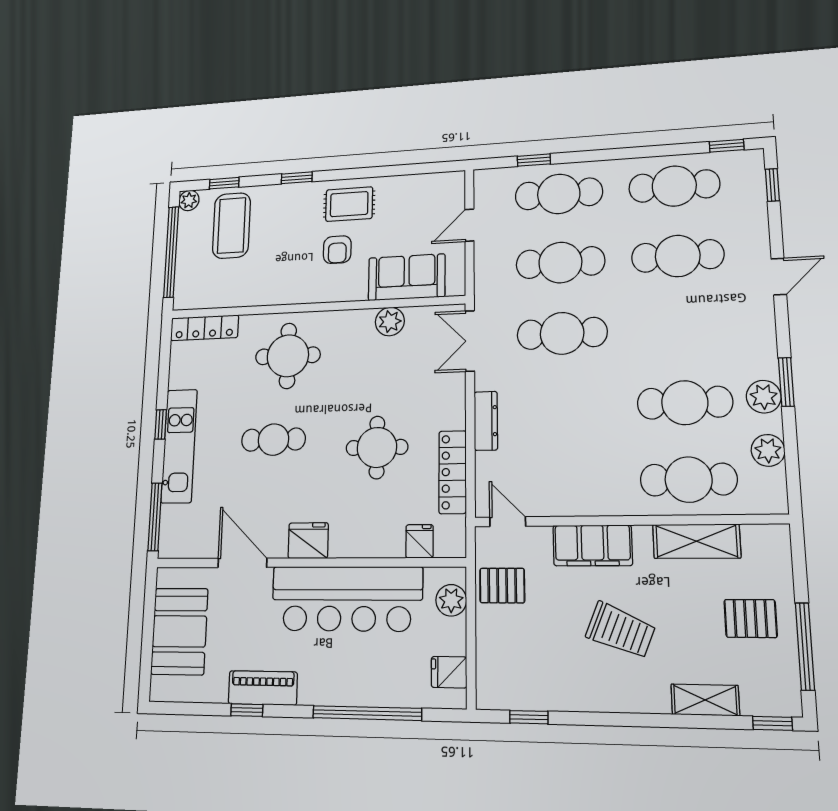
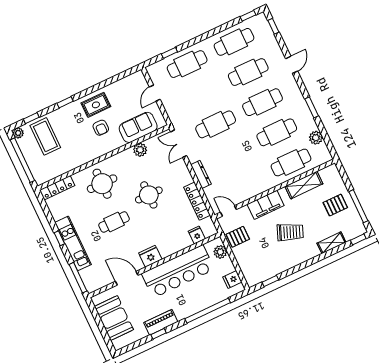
cafe table: (560, 263) -> (262, 102), moved
plant: (764, 397) -> (306, 117), removed
round table: (377, 447) -> (149, 195), moved

